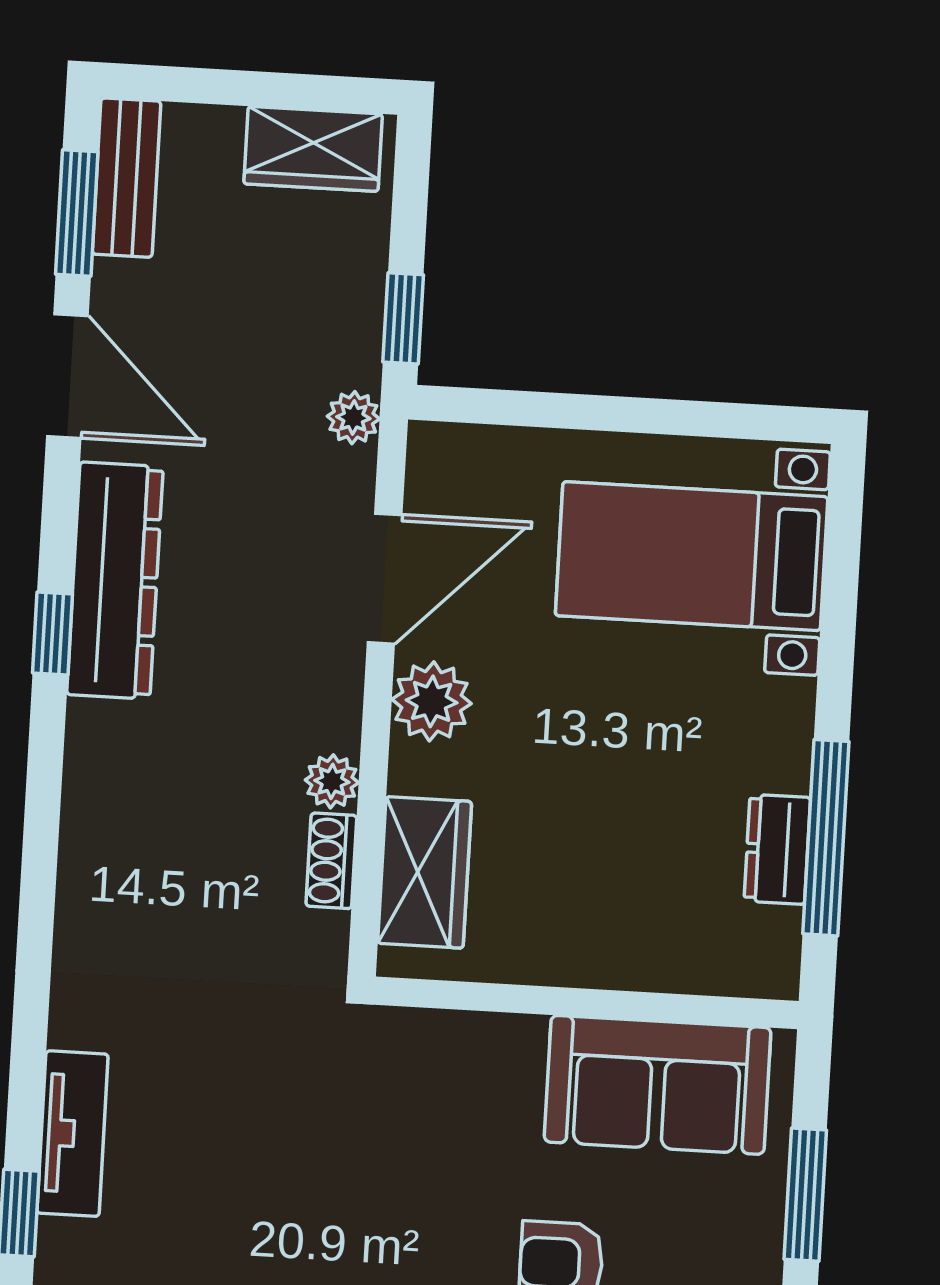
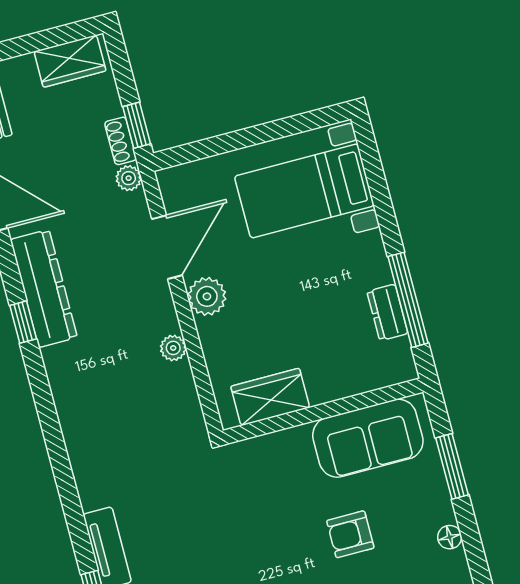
shoe rack: (331, 861) -> (121, 141), moved
wardrobe: (425, 872) -> (270, 397), moved, turned -90

